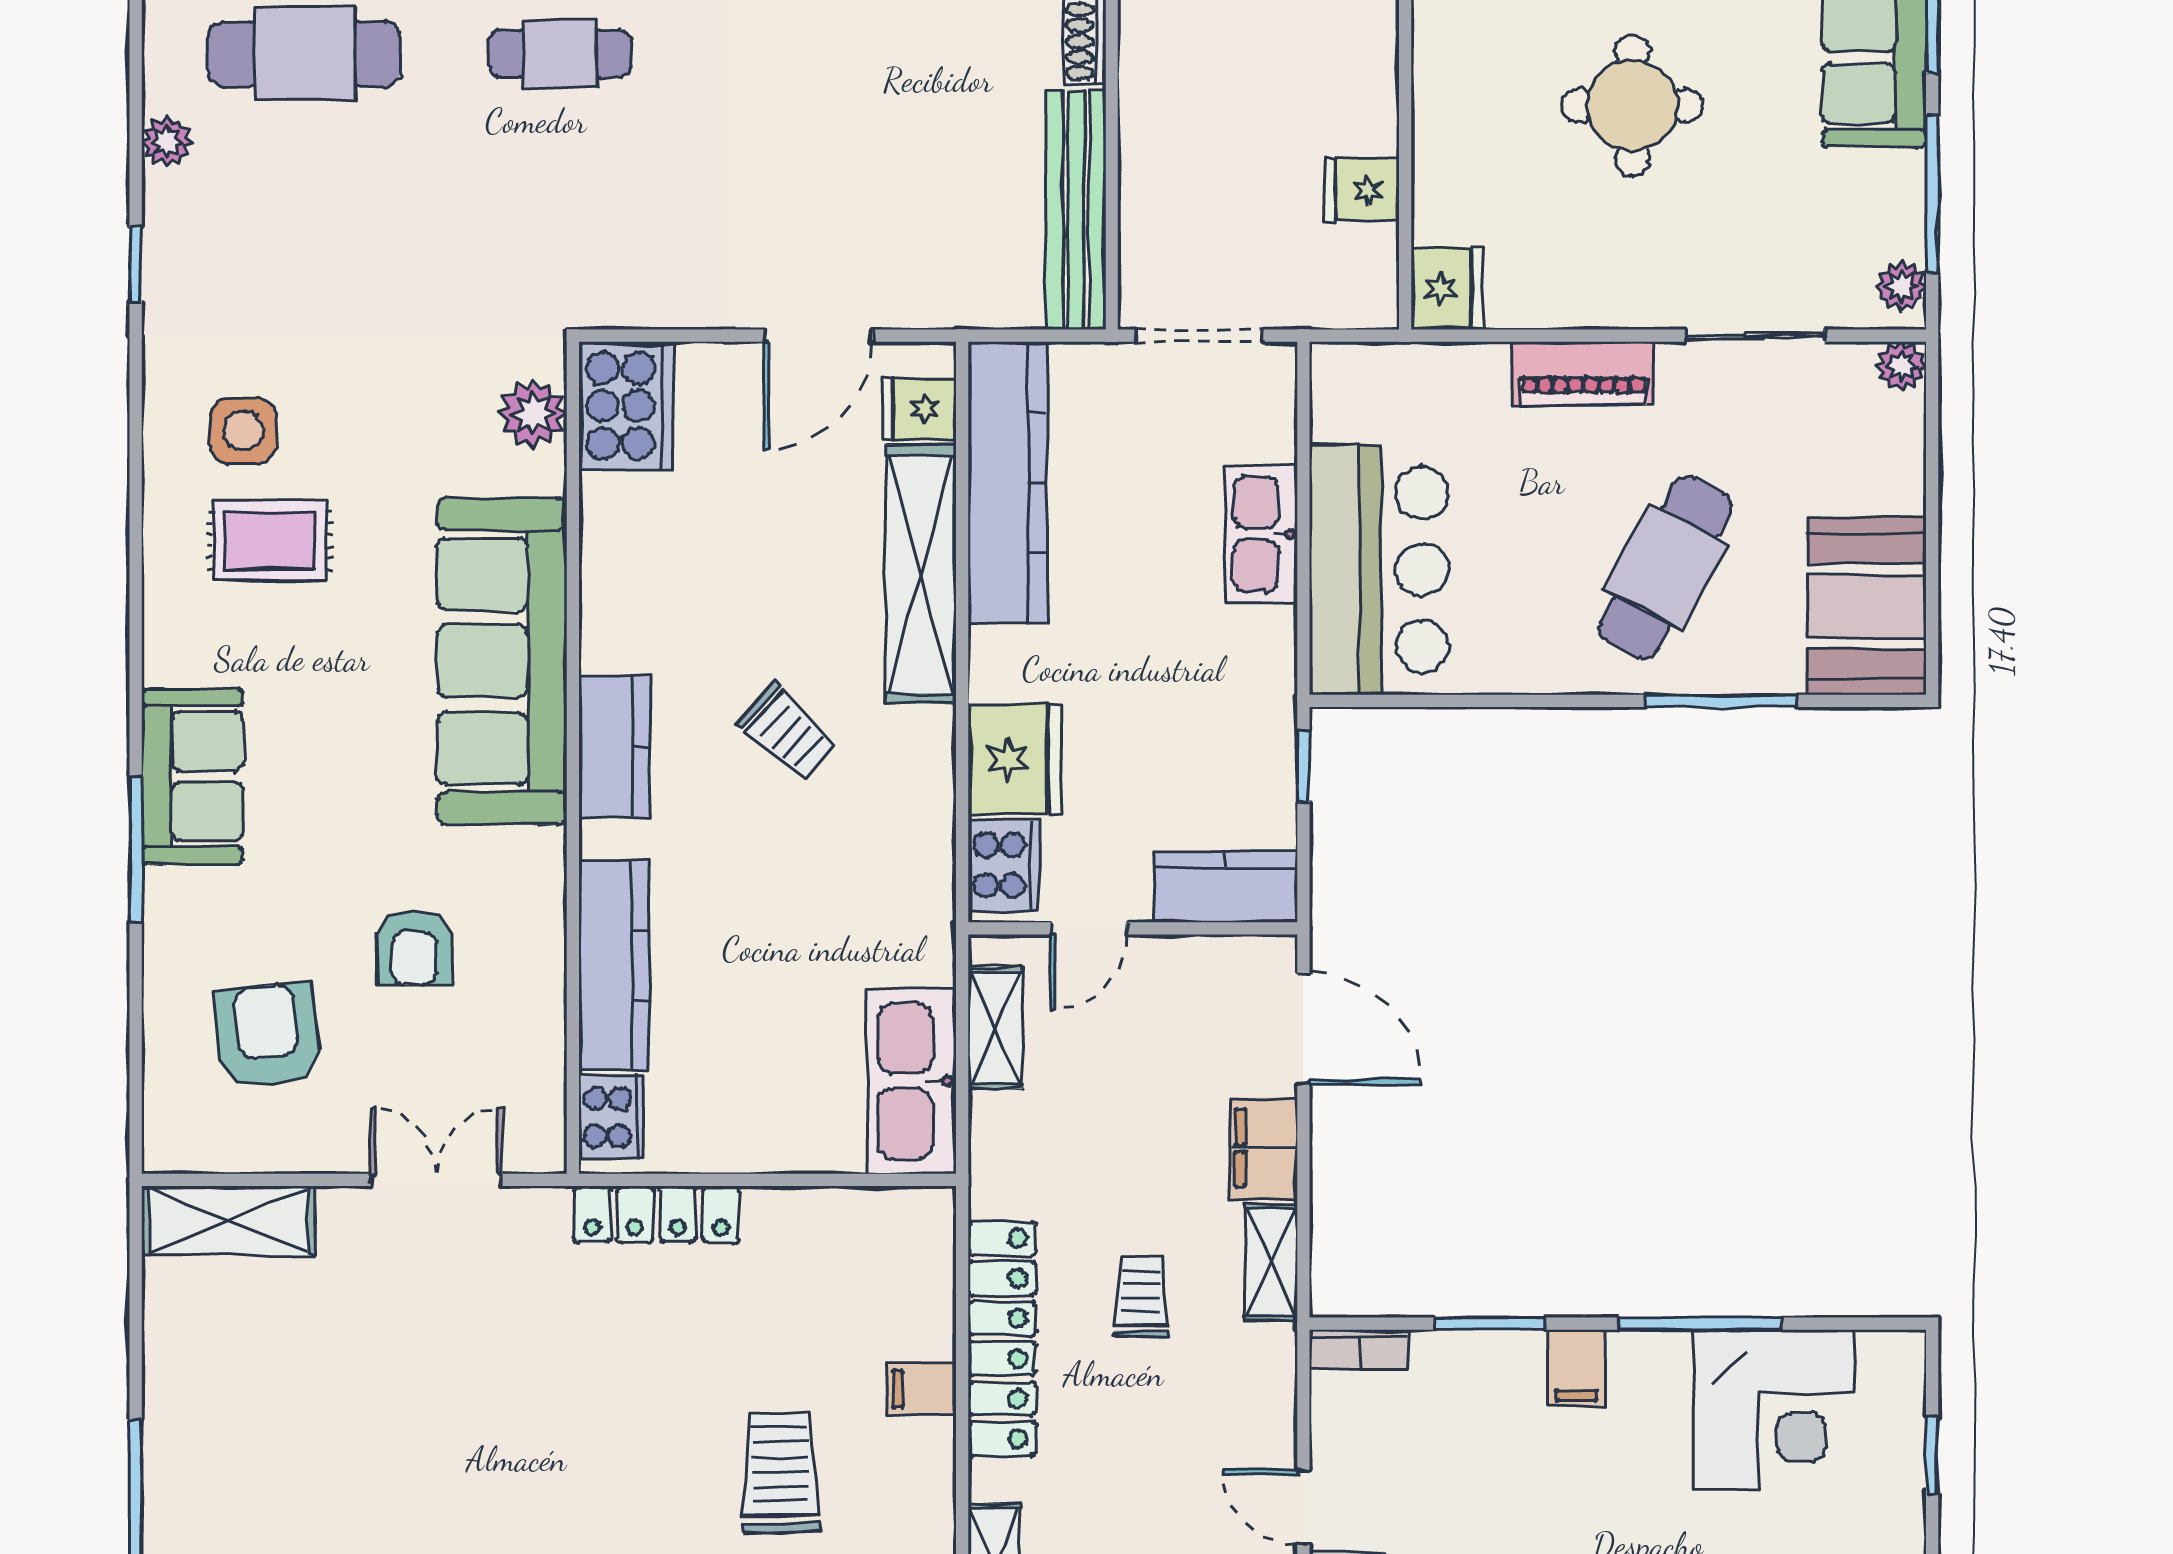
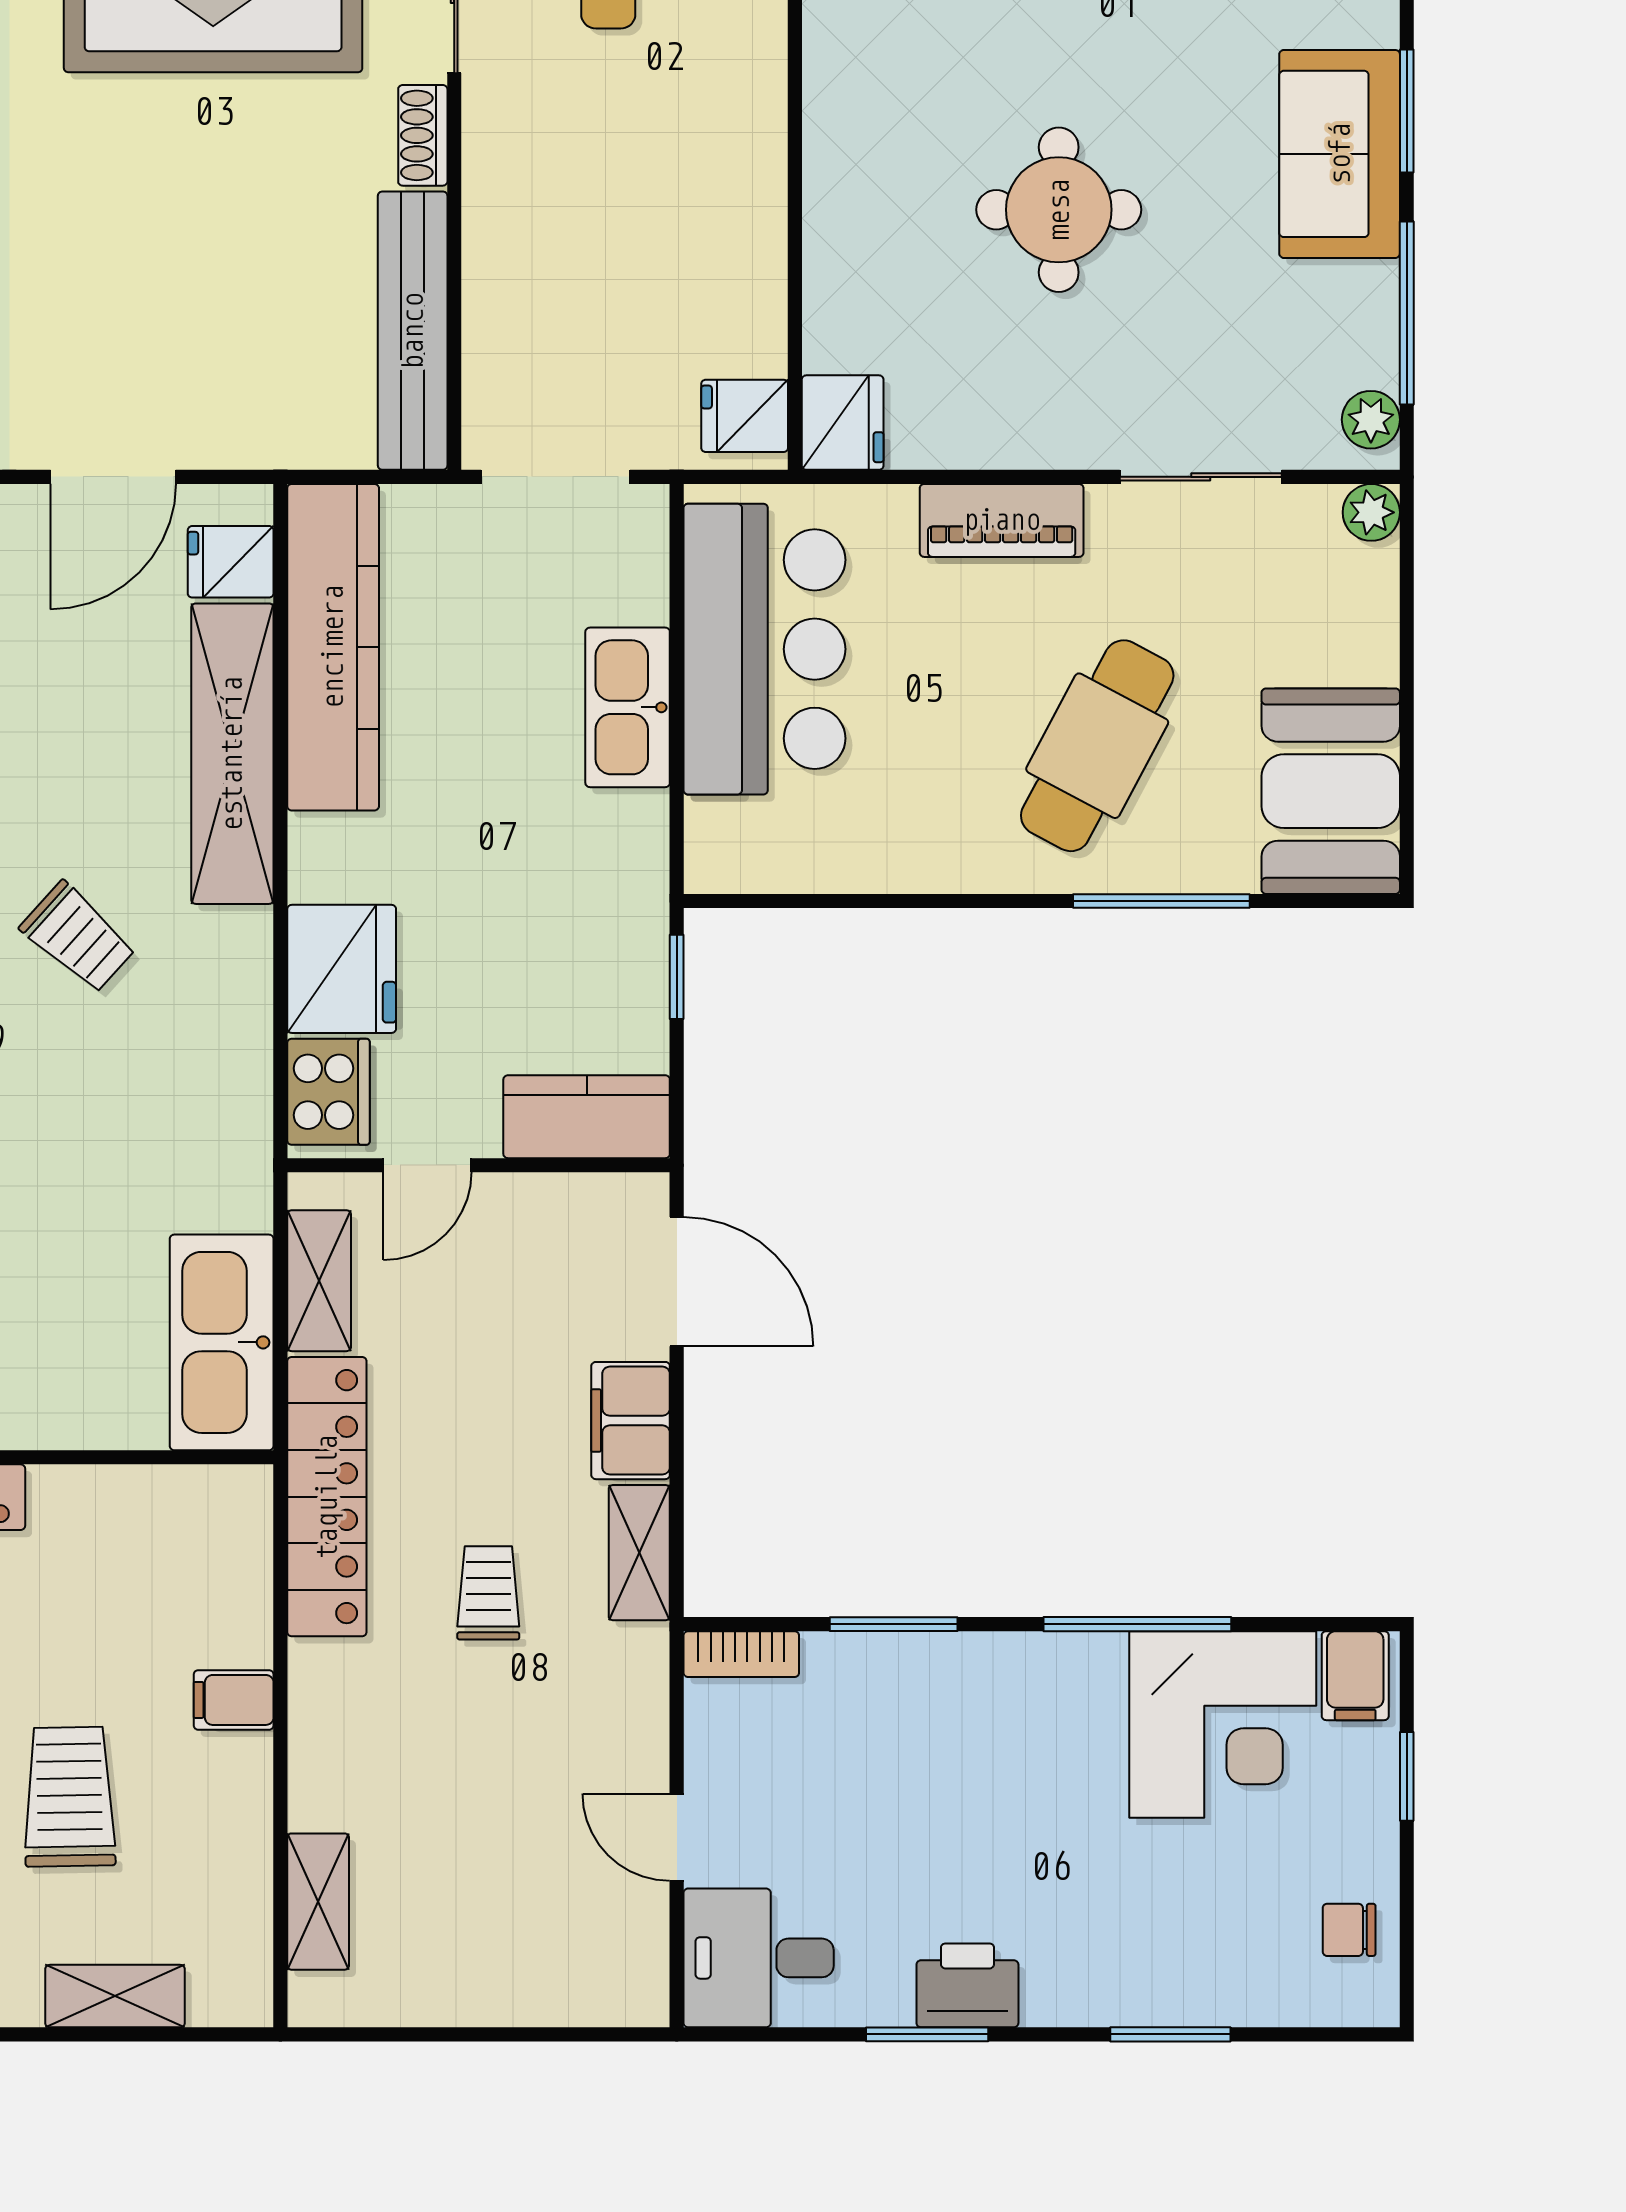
fridge: (1362, 190) -> (745, 416), moved
bar counter: (1379, 570) -> (764, 649), moved
locker: (1002, 1338) -> (327, 1497), moved
filing cabinet: (1577, 1368) -> (1355, 1676), moved

